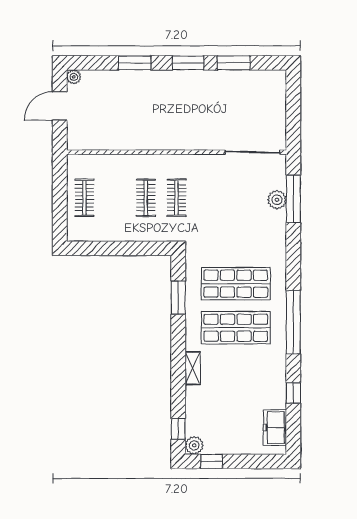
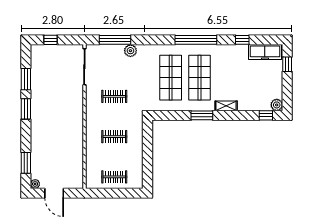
window: (135, 63) -> (26, 163), moved
window: (293, 100) -> (51, 40), added
clothes rail: (177, 198) -> (114, 96), moved
plant: (277, 200) -> (130, 51), moved
window: (178, 298) -> (202, 115), moved
freezer: (275, 428) -> (265, 52), width x1.40
window: (211, 461) -> (287, 64), moved

